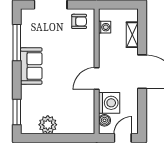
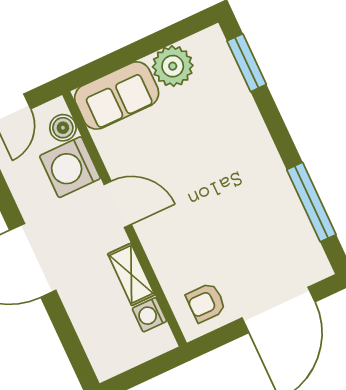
shelving: (132, 35) -> (131, 274), moved
sofa: (31, 66) -> (117, 95), moved, turned -90
door: (97, 78) -> (118, 204), hinge flipped

